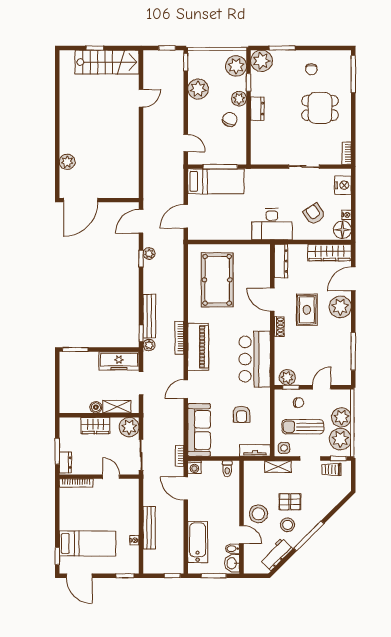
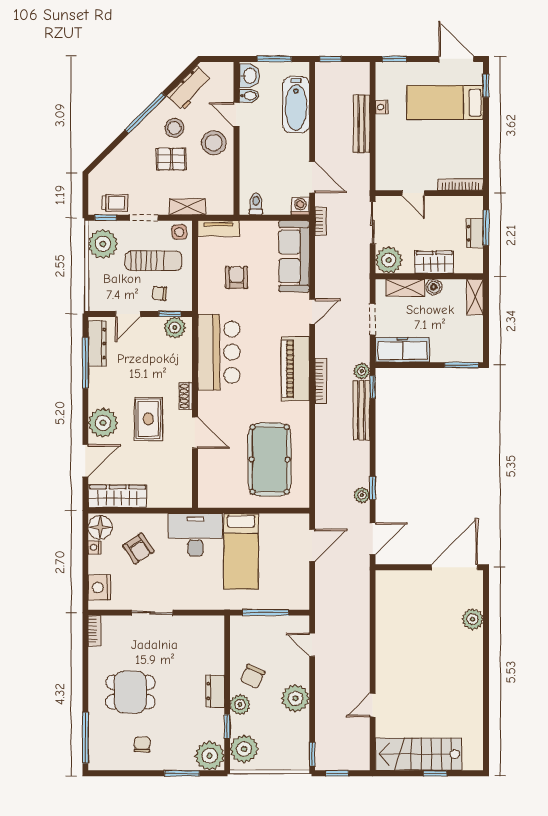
plant: (198, 89) -> (295, 698), moved
bed: (216, 181) -> (241, 551), moved, turned -90
dresser: (281, 261) -> (97, 344), moved, turned 180
shelving: (65, 400) -> (475, 297), added
plant: (341, 417) -> (101, 273), removed
dresser: (65, 463) -> (475, 233), moved

